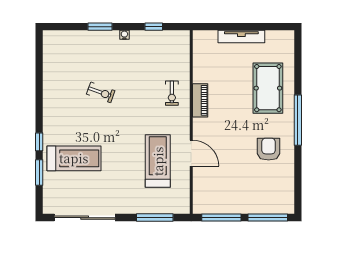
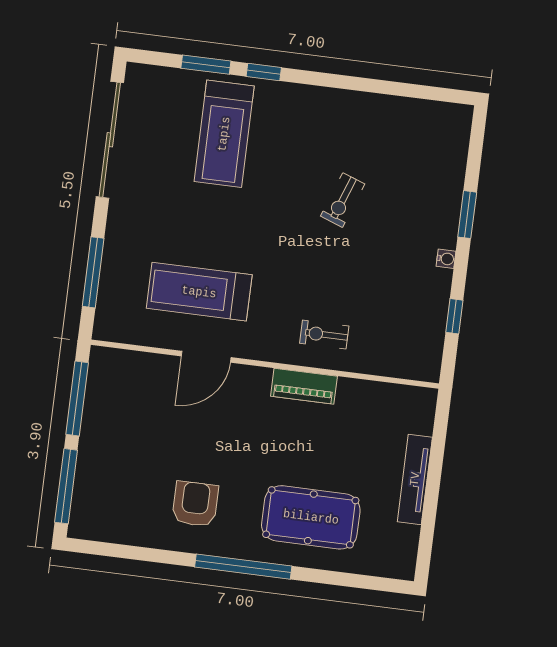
armchair: (269, 149) -> (195, 504), turned -90
treadmill: (158, 161) -> (199, 292), turned 180

